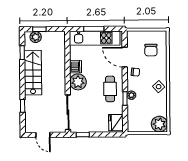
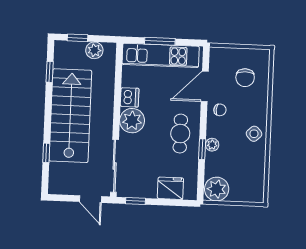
plant: (36, 37) -> (94, 50), moved
door: (125, 57) -> (205, 86), hinge flipped
stairs: (33, 73) -> (70, 116), width x1.36, depth x1.51
fridge: (116, 123) -> (170, 188), moved, turned 90
plant: (159, 124) -> (217, 189), moved
door: (43, 135) -> (91, 199), moved

